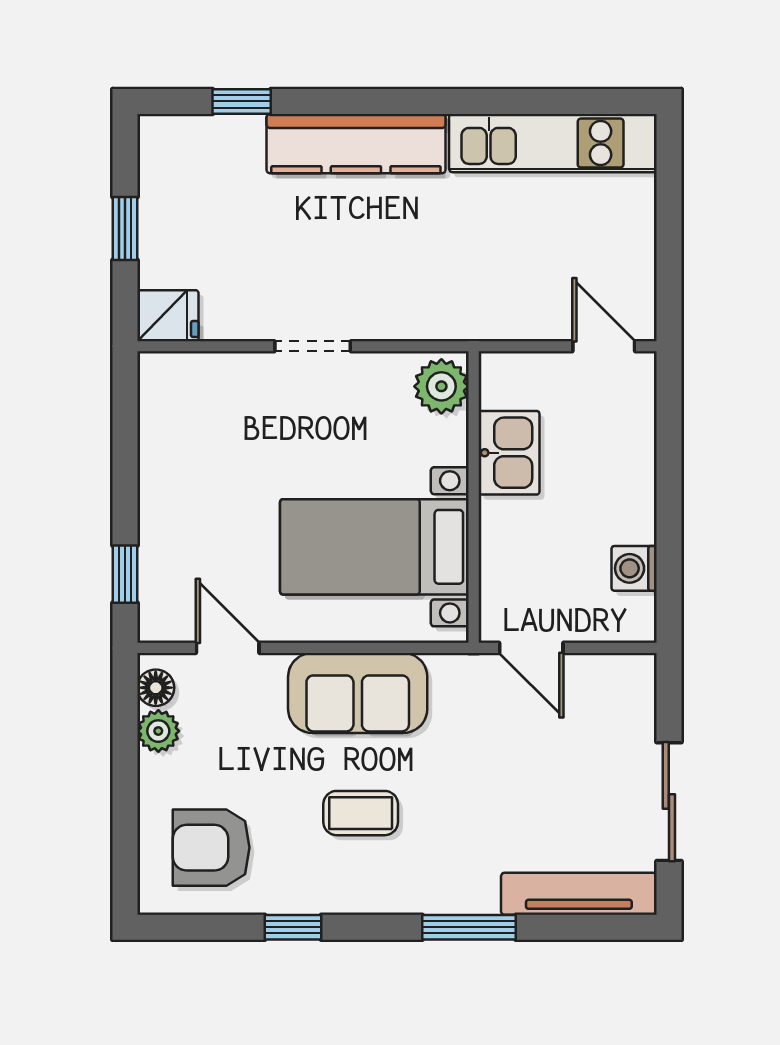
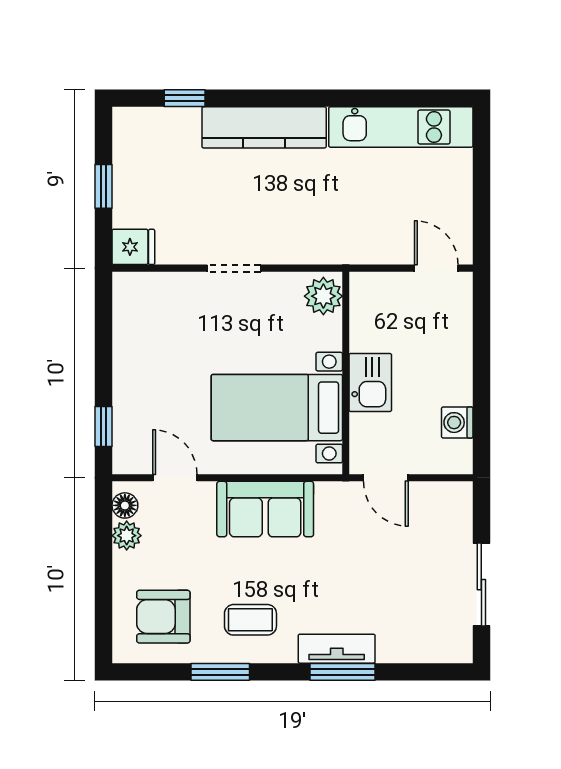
kitchen sink: (509, 453) -> (370, 382), moved
coffee table: (361, 813) -> (250, 620), moved
tv unit: (579, 894) -> (337, 649), moved, width x0.71
window: (293, 927) -> (220, 672), width x1.50

